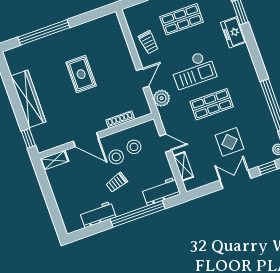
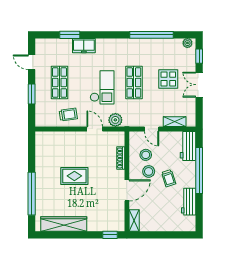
wardrobe: (28, 99) -> (64, 224), moved
door: (166, 143) -> (152, 129), swing flipped

